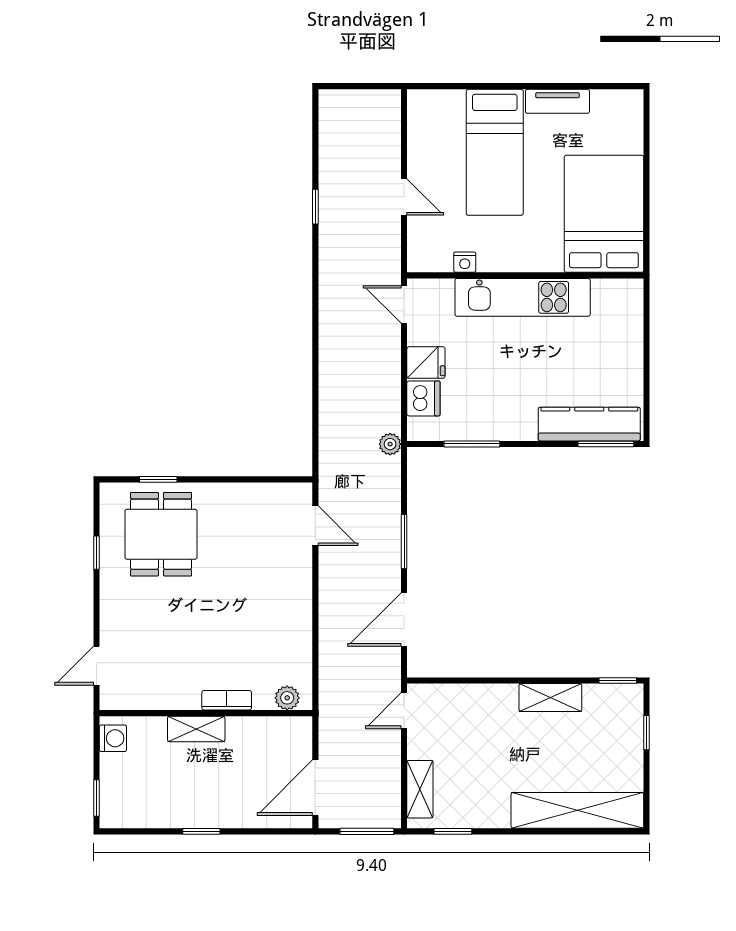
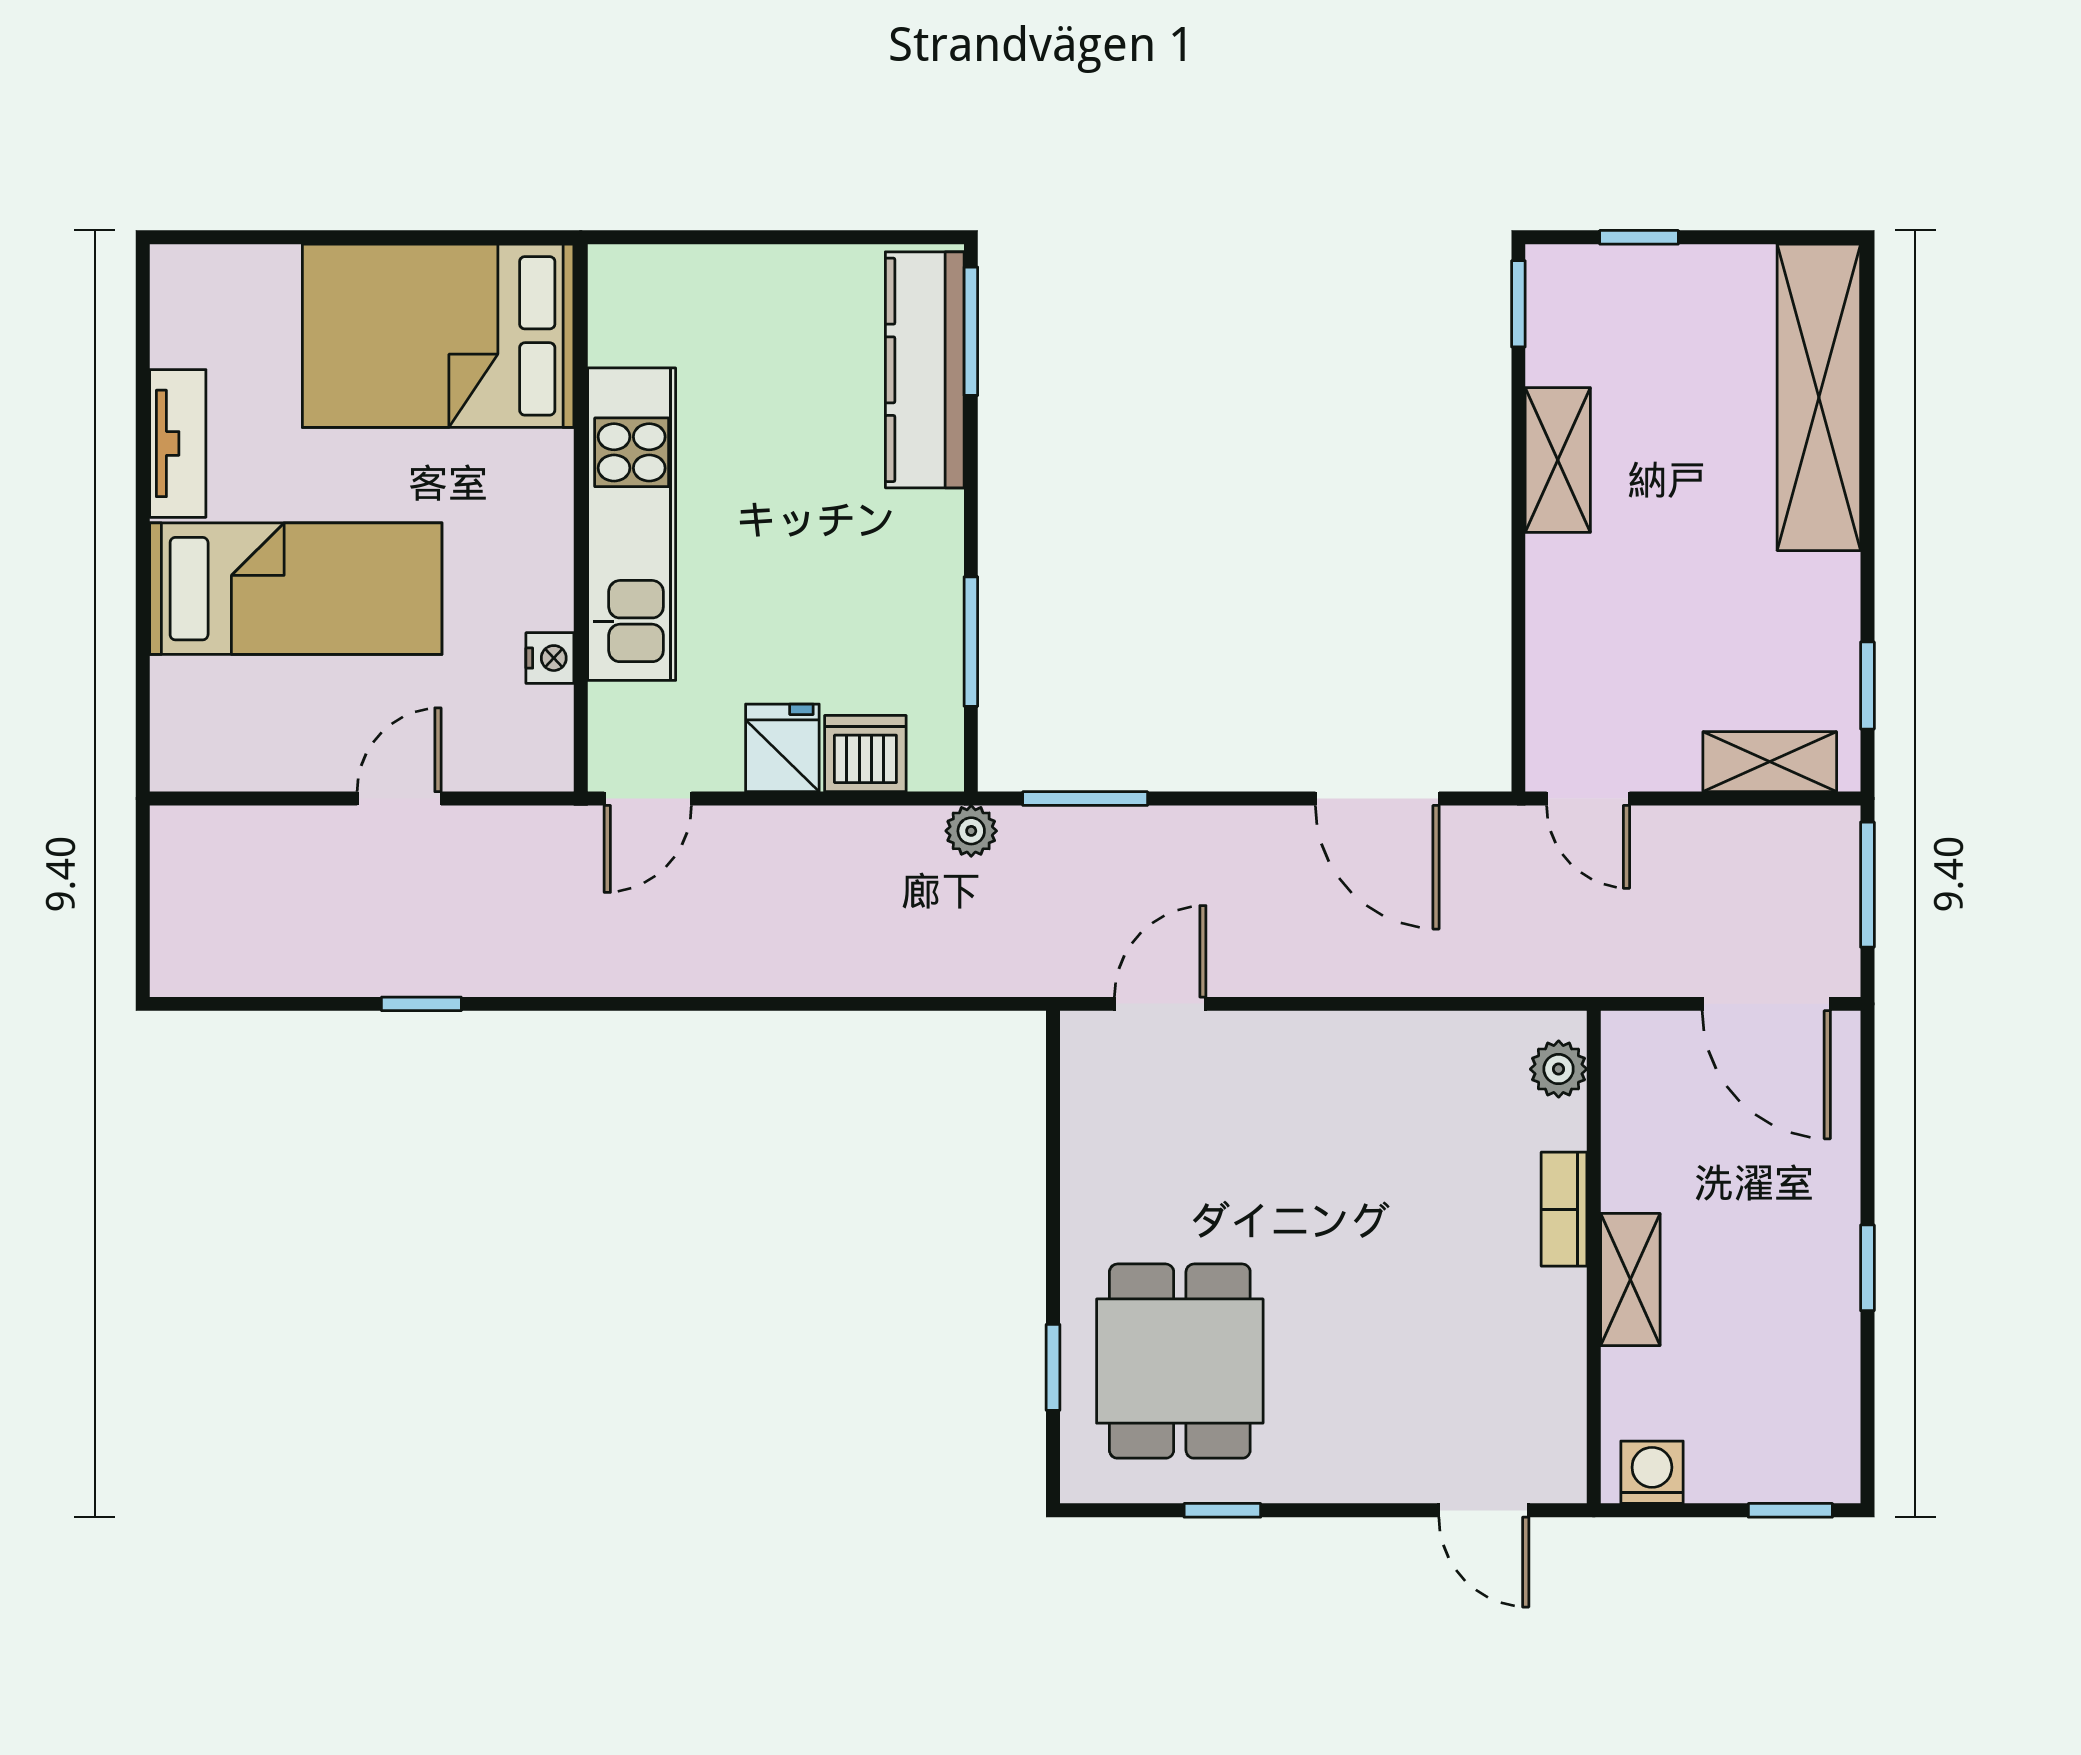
dining table: (161, 534) -> (1180, 1361), turned 90
window: (404, 542) -> (1085, 799), moved

